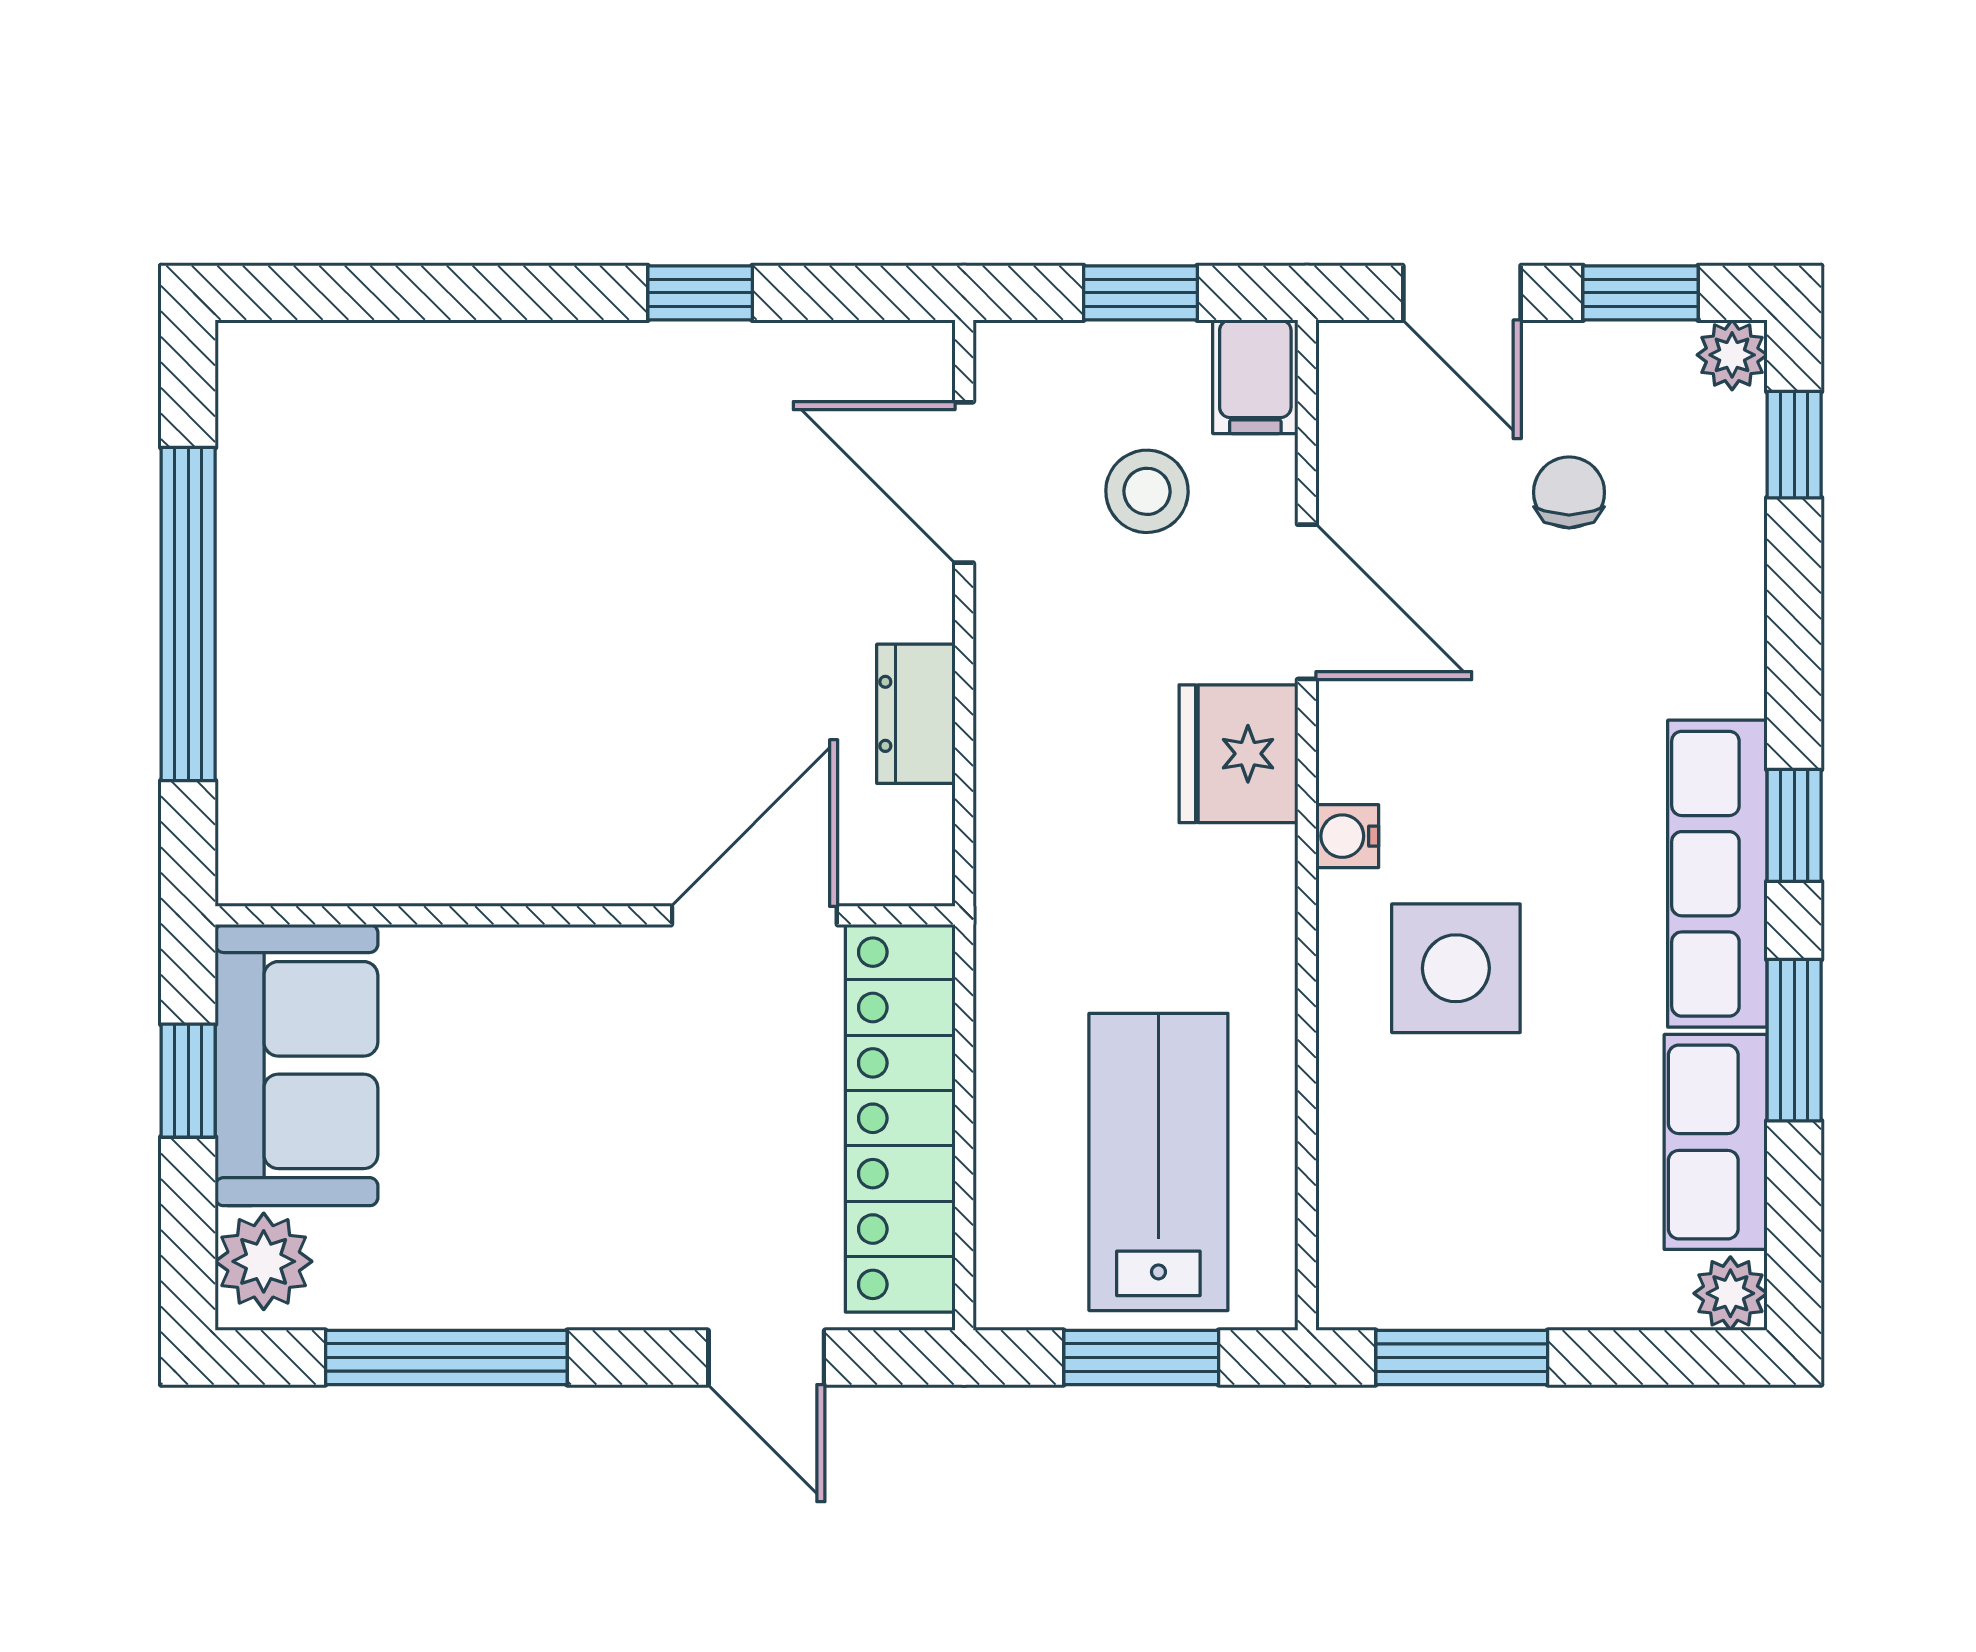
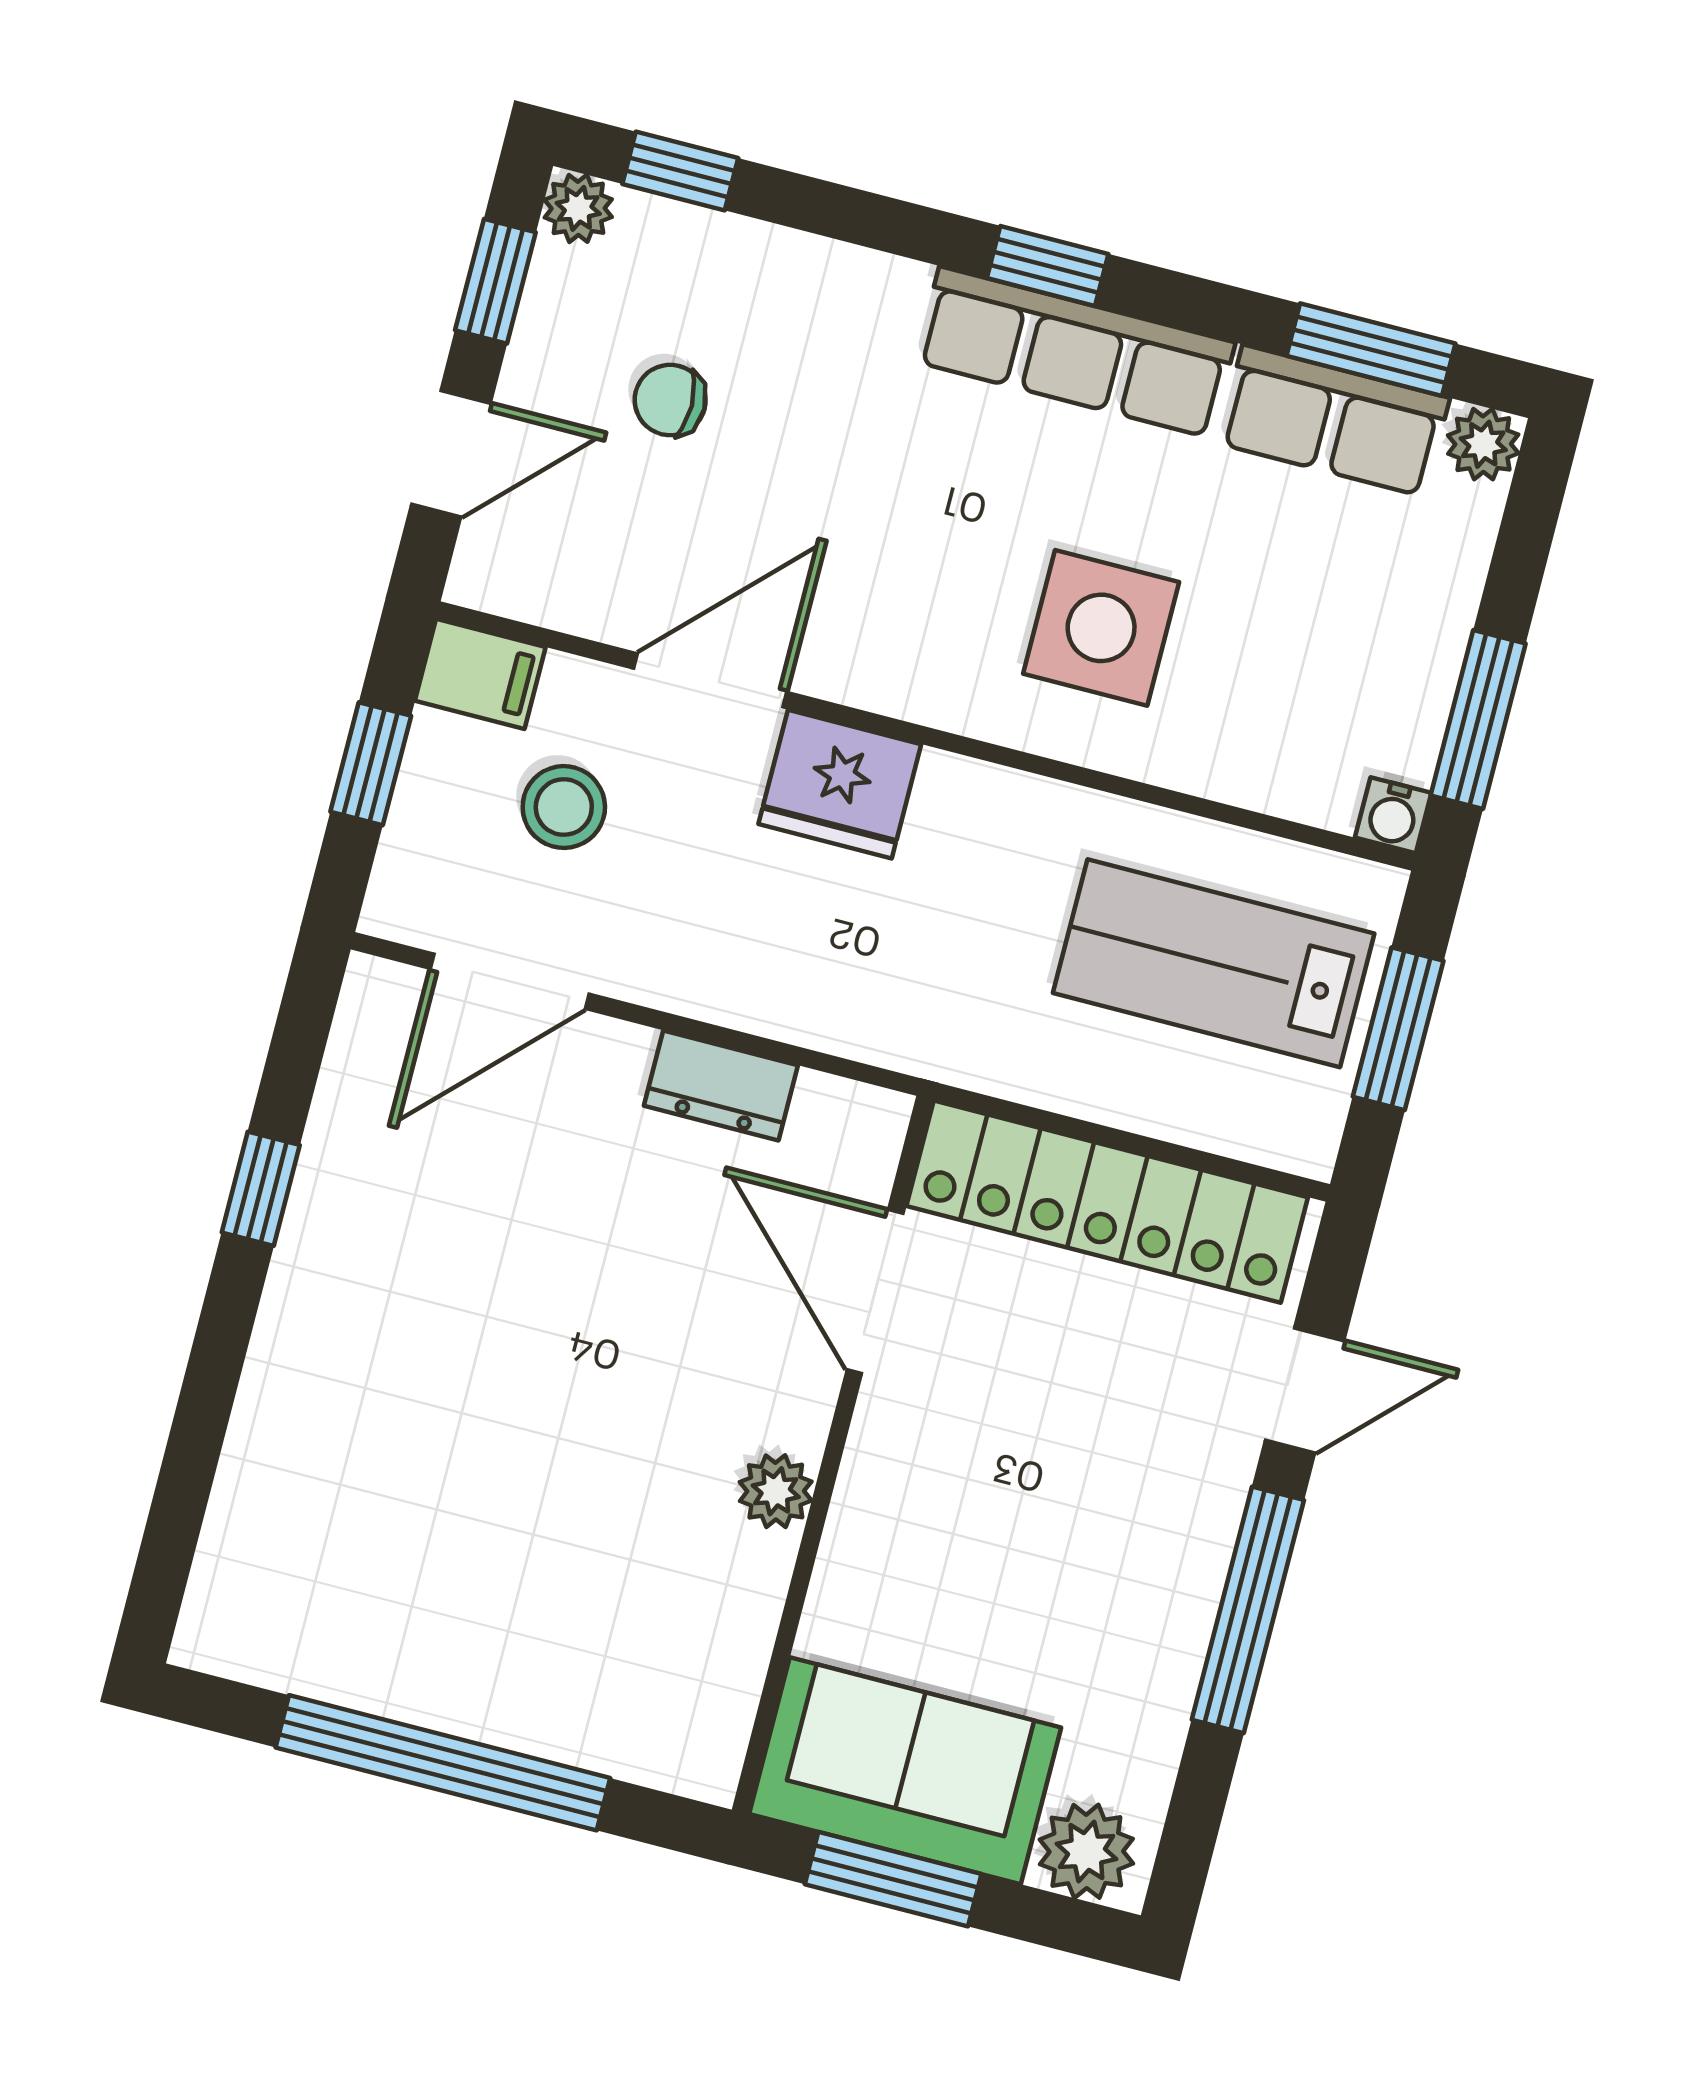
water cooler: (1347, 836) -> (1393, 815), moved
plant: (536, 869) -> (776, 1491), added
window: (1794, 1040) -> (1371, 350), moved
window: (188, 1081) -> (893, 1879), width x1.50
window: (446, 1357) -> (1248, 1610), moved

